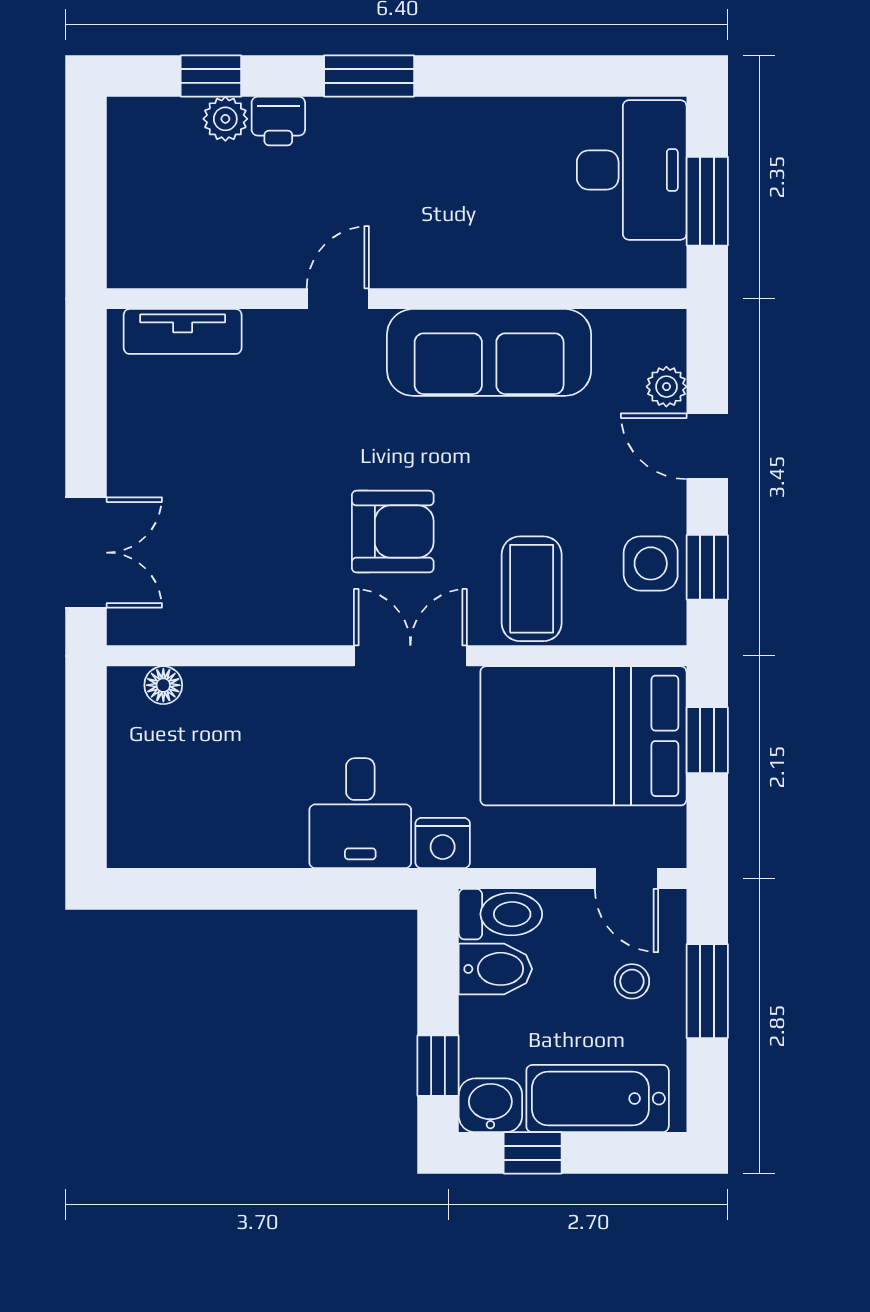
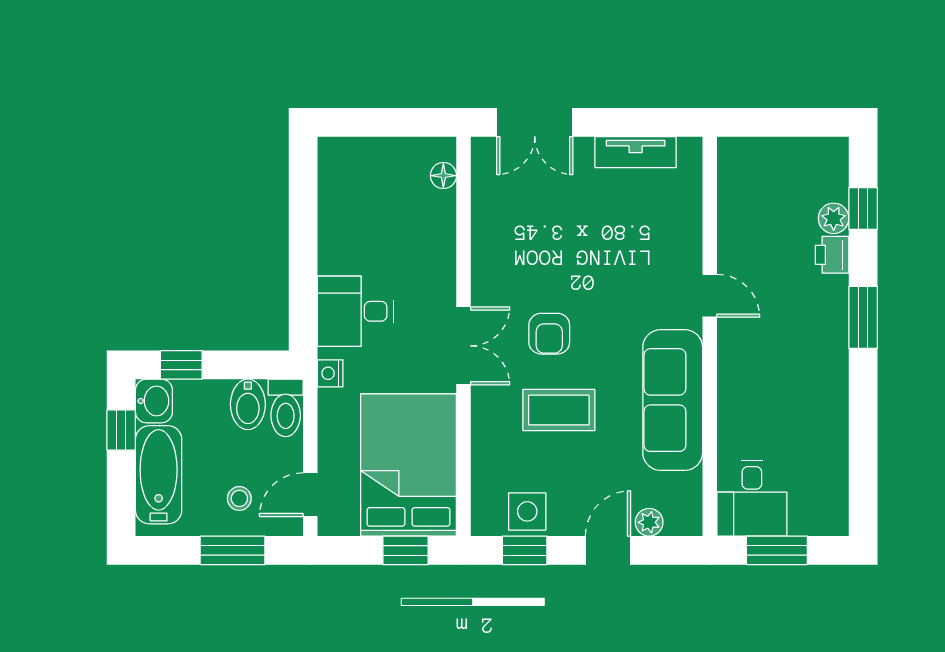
desk: (632, 170) -> (752, 498), moved, width x0.73
tv unit: (183, 331) -> (636, 152), moved, turned -90
armchair: (393, 532) -> (549, 334), width x0.72, depth x0.72
coffee table: (532, 589) -> (559, 410), moved
nightstand: (443, 843) -> (330, 373), width x0.72, depth x0.74

